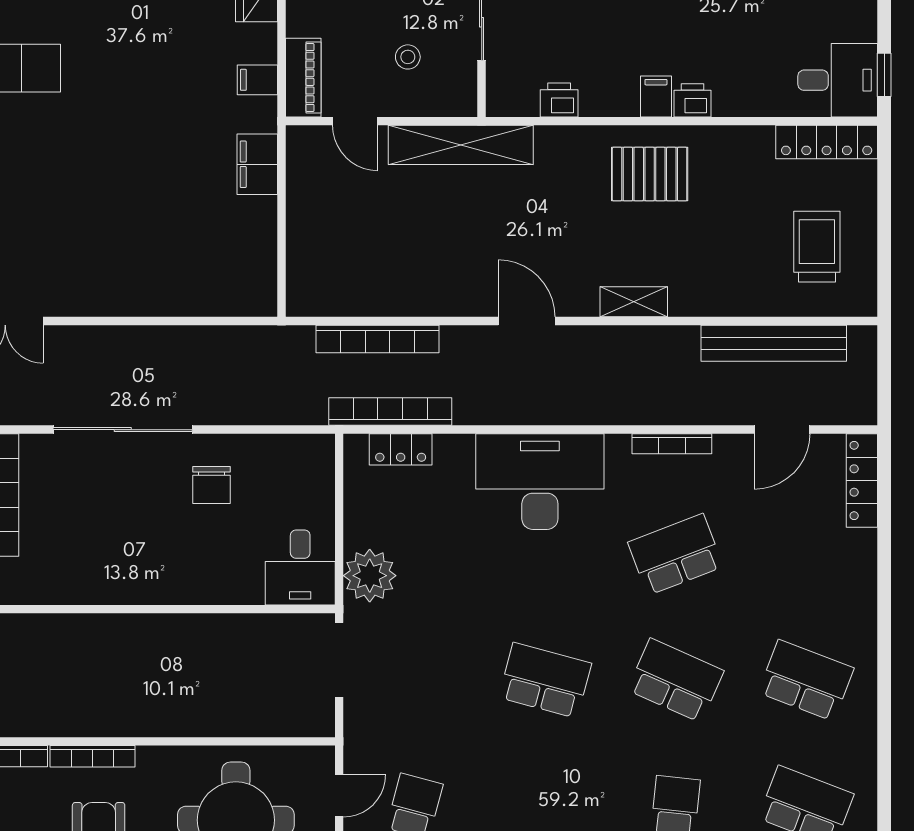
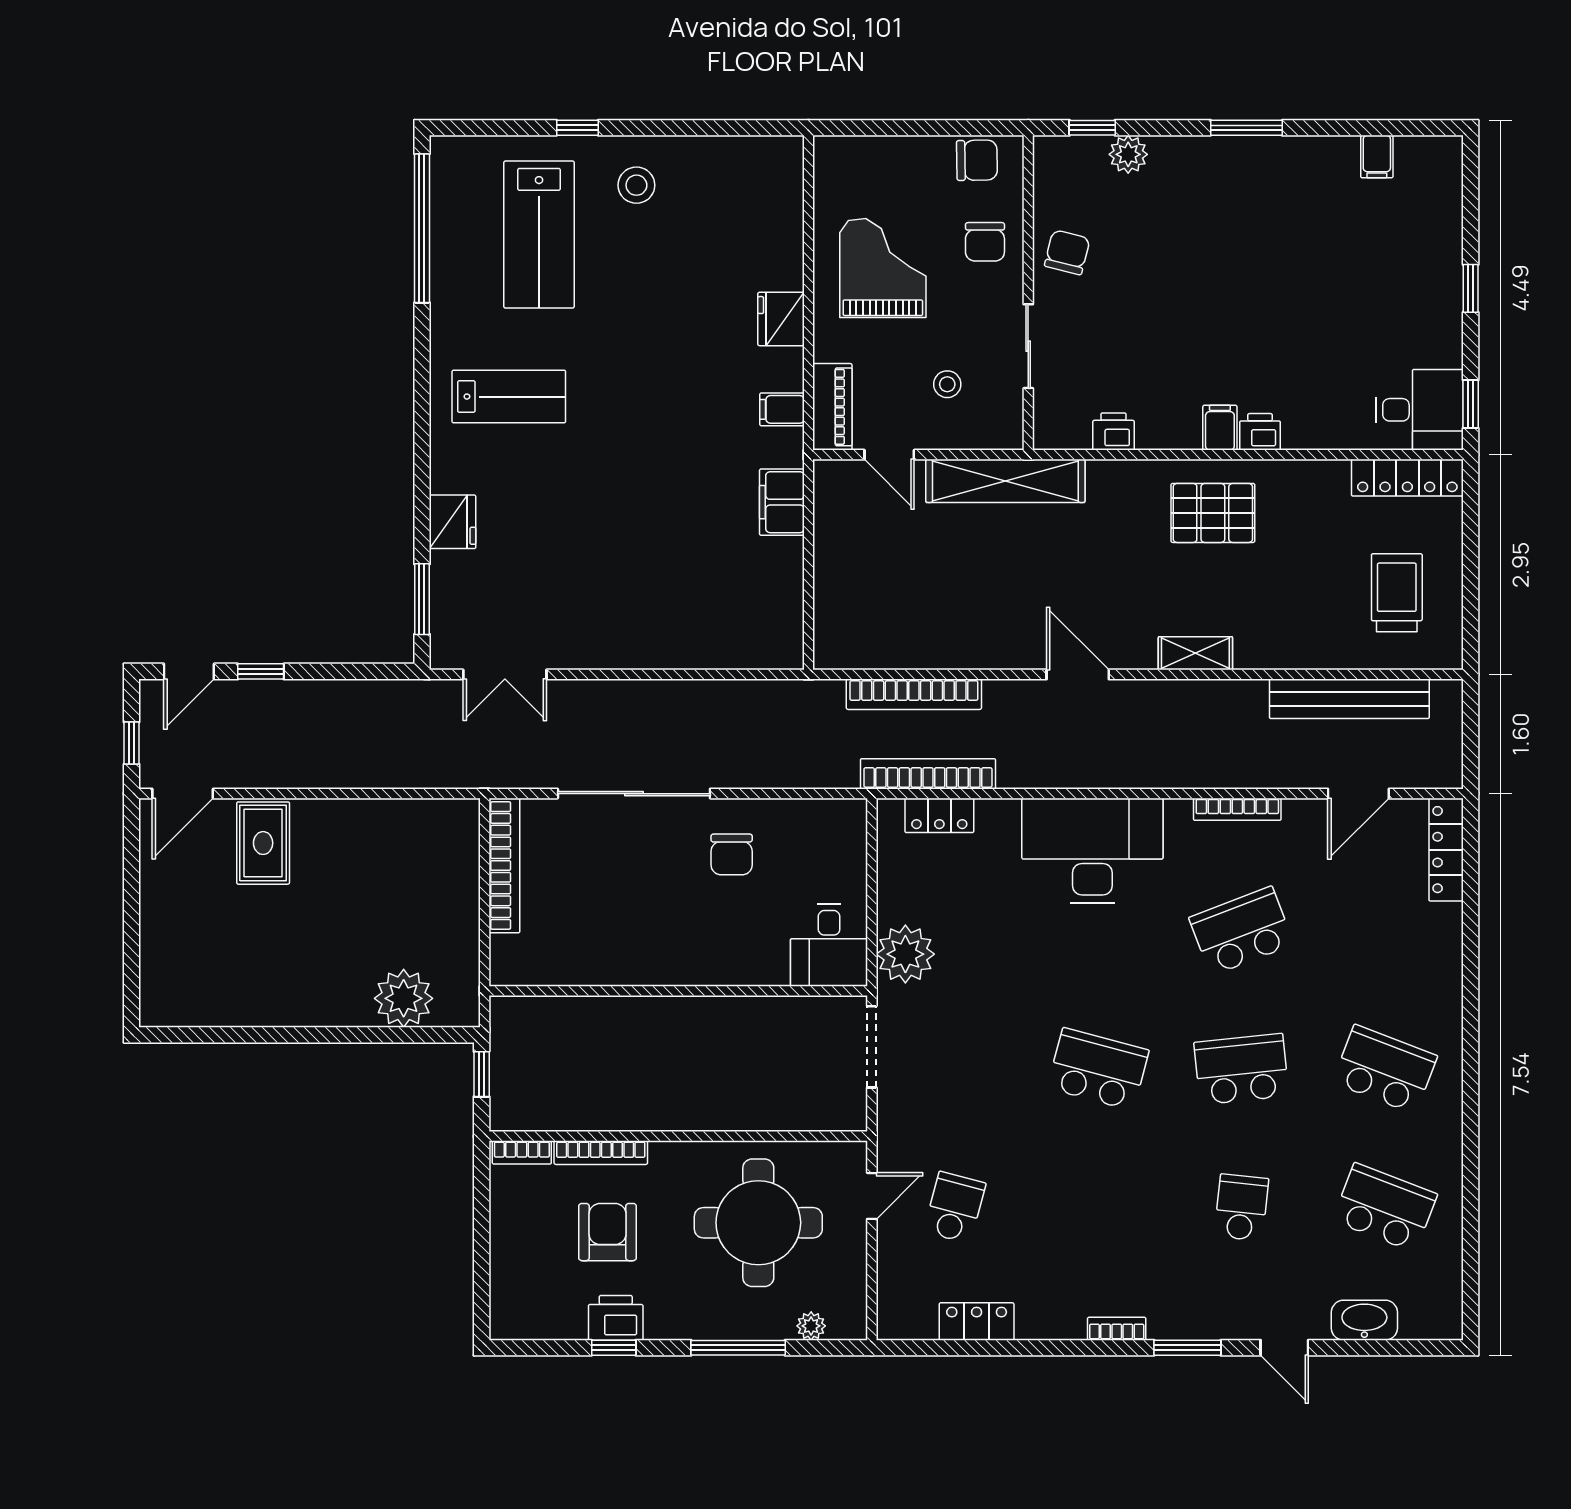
school desk: (676, 680) -> (1241, 1069), turned -30

